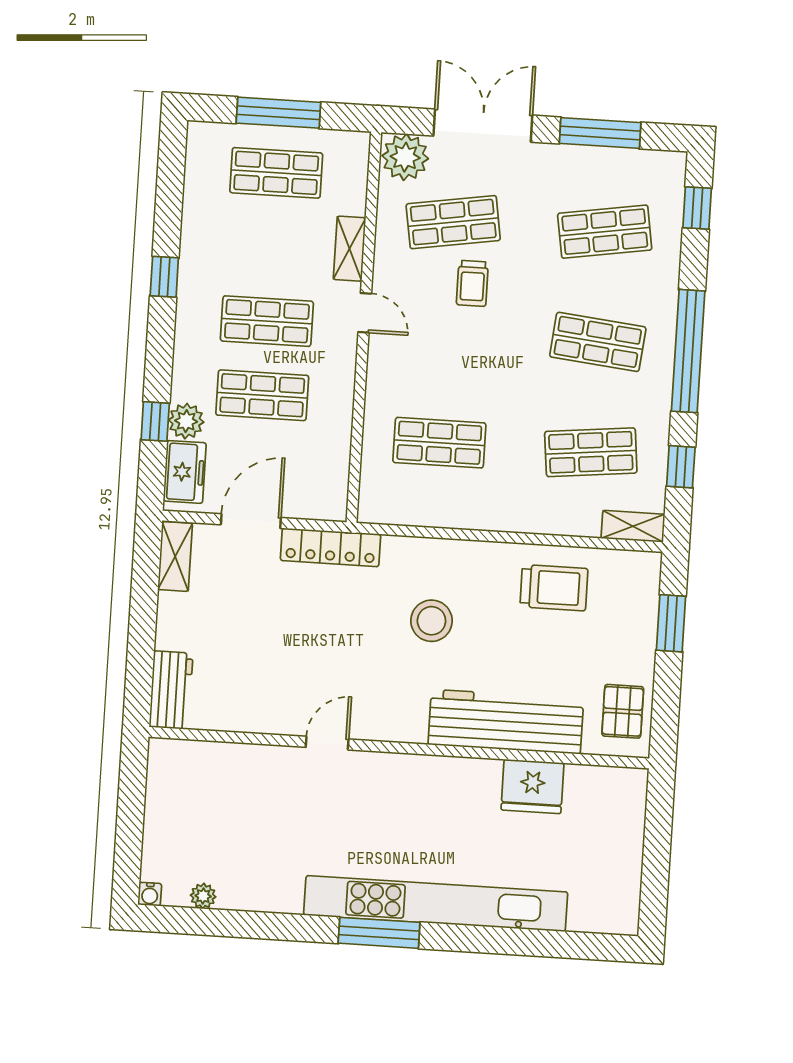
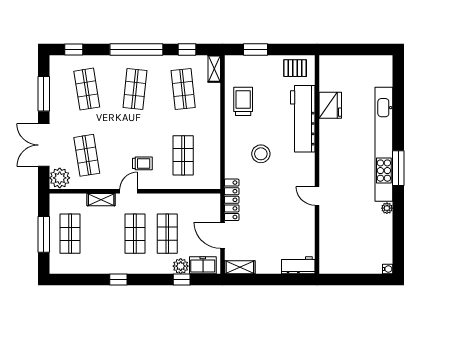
trolley: (472, 283) -> (142, 163), moved
plant: (203, 896) -> (387, 208), moved

